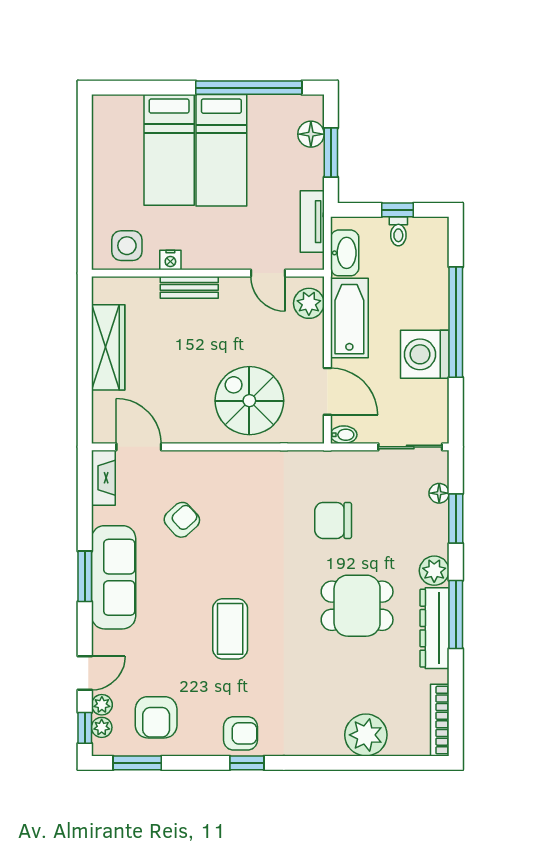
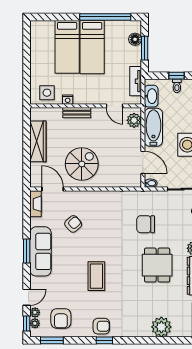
spiral stairs: (249, 401) -> (82, 164), moved, turned 90
dining table: (357, 606) -> (157, 265), turned 90

